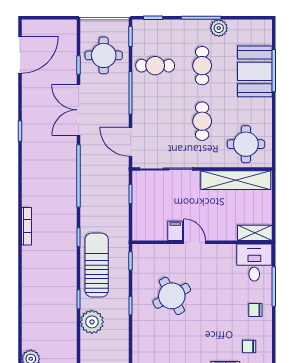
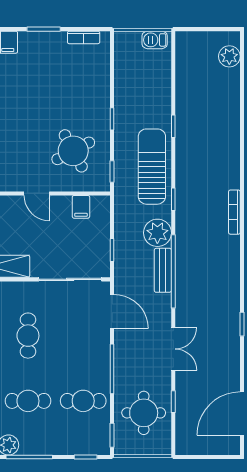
cafe table: (202, 66) -> (28, 401), turned 90
double door: (79, 110) -> (173, 349), width x0.73
bench: (87, 177) -> (163, 270), added
filing cabinet: (175, 231) -> (81, 207), moved
sun lounger: (97, 265) -> (152, 167), turned 180
round table: (172, 296) -> (73, 151), moved
plant: (92, 322) -> (157, 233), moved

